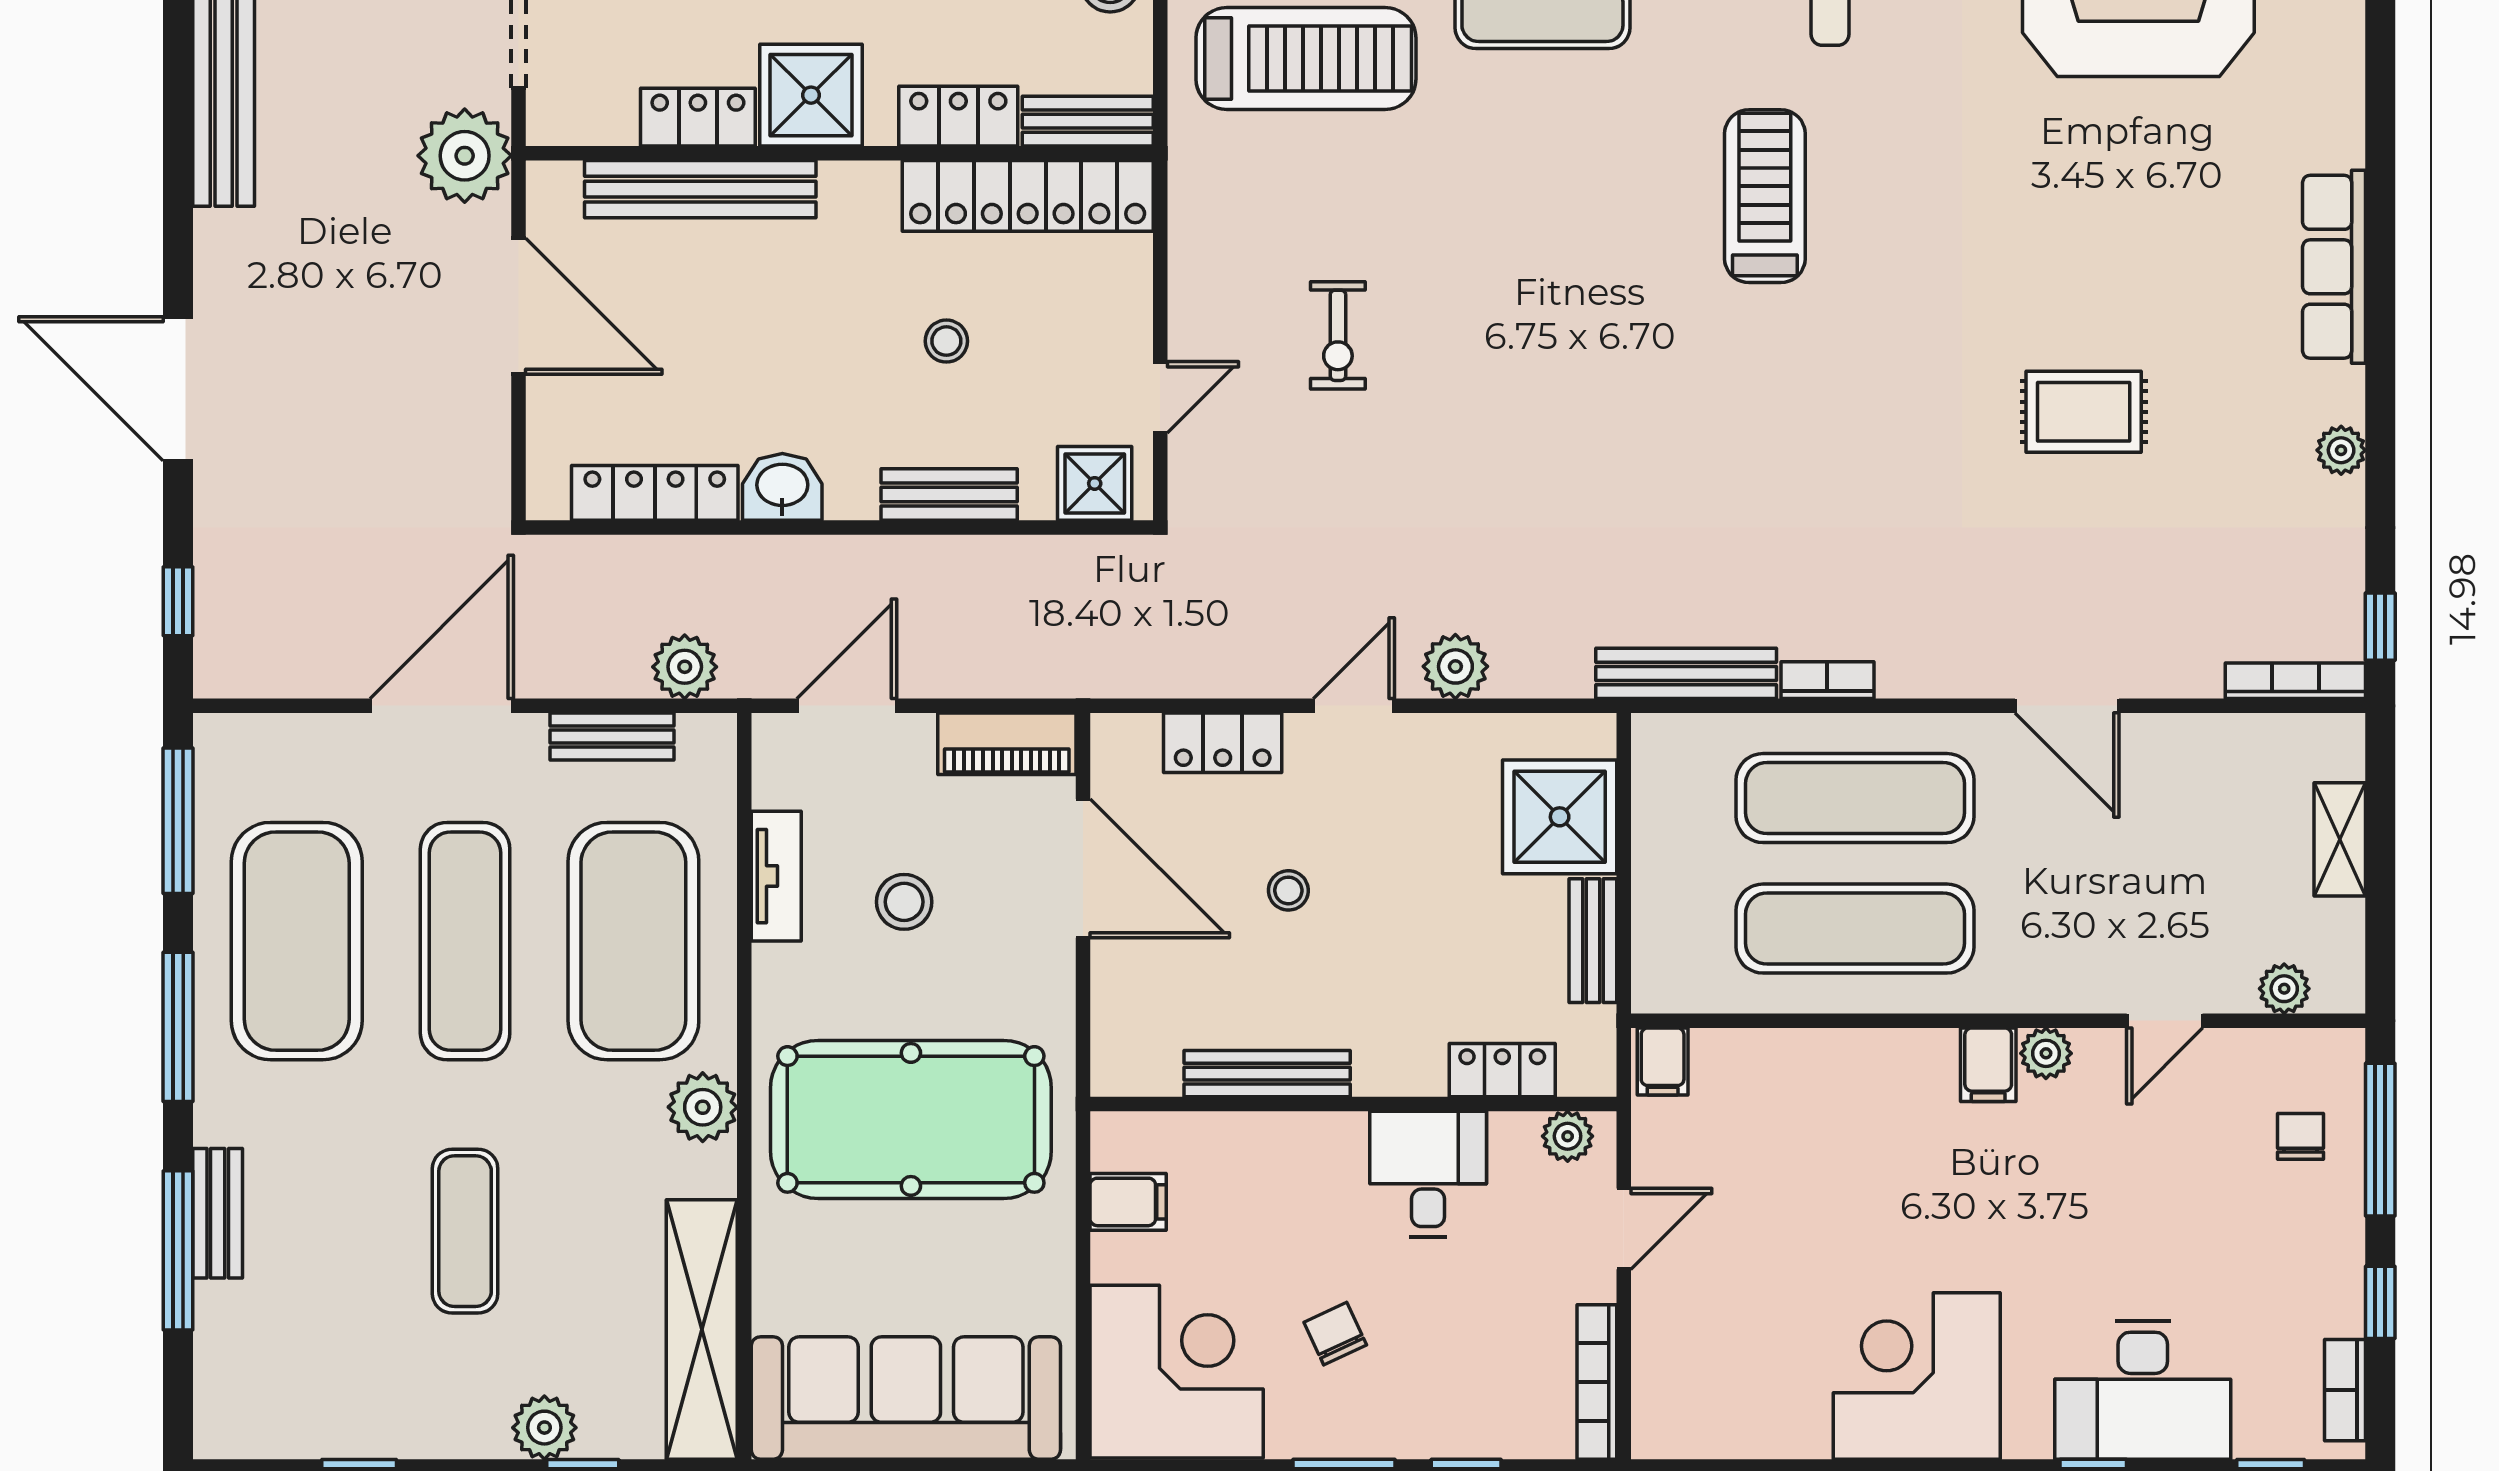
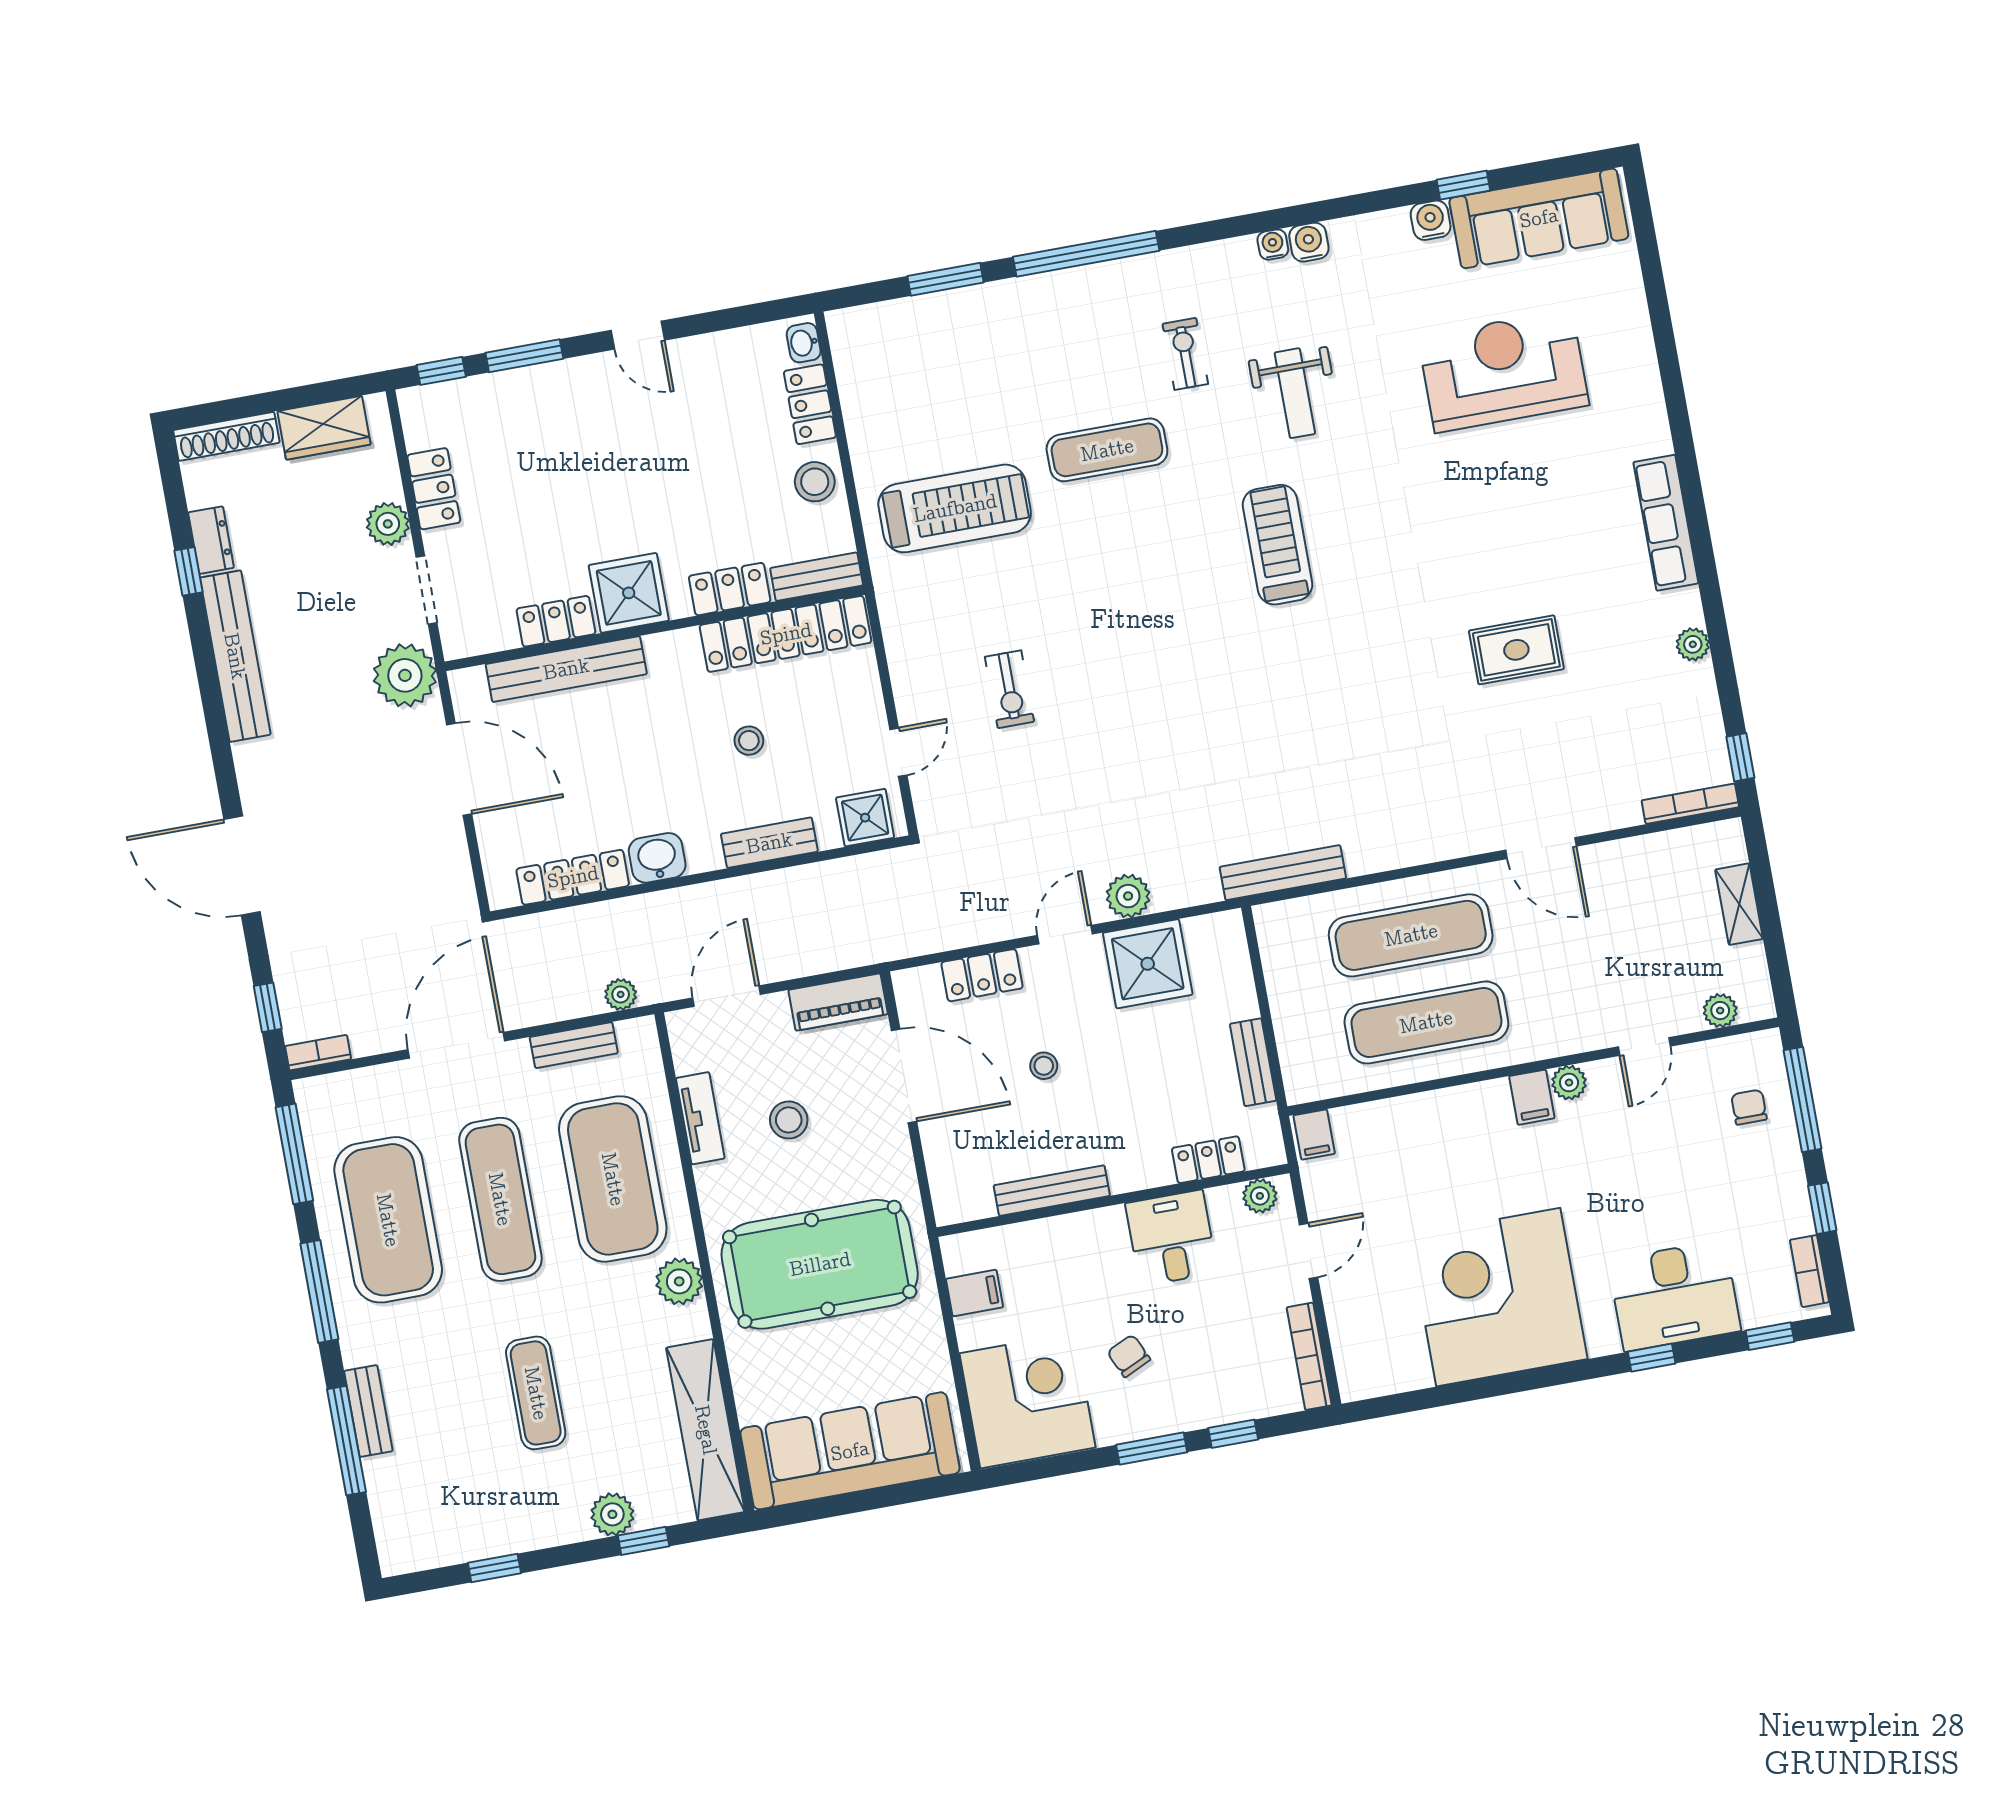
plant: (685, 667) -> (621, 994), width x0.73, depth x0.73
bookcase: (1827, 680) -> (318, 1053), moved
shower: (1560, 817) -> (1148, 964), moved
corner desk: (1917, 1376) -> (1498, 1297), width x1.36, depth x1.36

